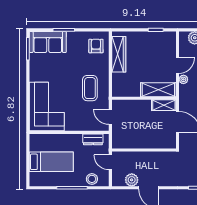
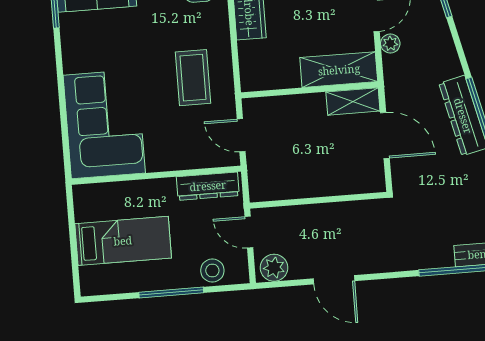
dresser: (93, 139) -> (208, 186), width x1.44
plant: (132, 180) -> (274, 268), moved

